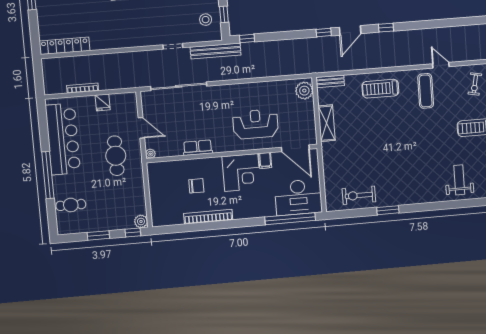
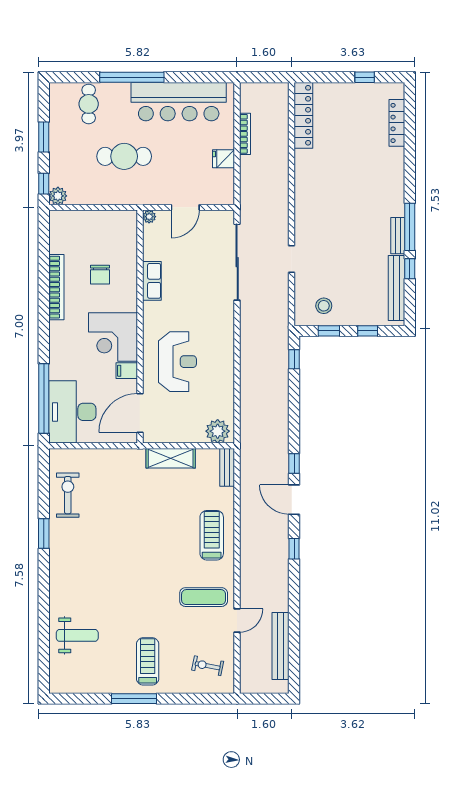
bench: (216, 51) -> (281, 646), moved
cafe table: (116, 156) -> (124, 156), moved

